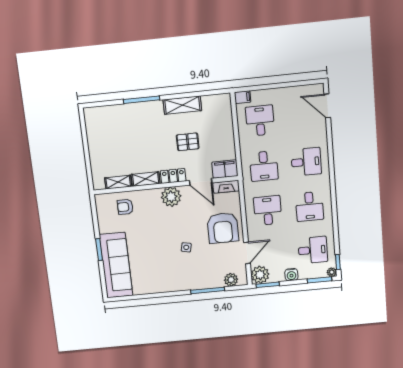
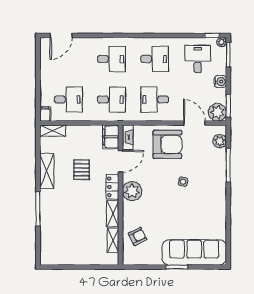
shelving: (225, 107) -> (53, 131), added
desk: (260, 121) -> (68, 100), turned 180
desk: (306, 162) -> (112, 59), turned 90
armchair: (125, 207) -> (138, 236), turned -117

